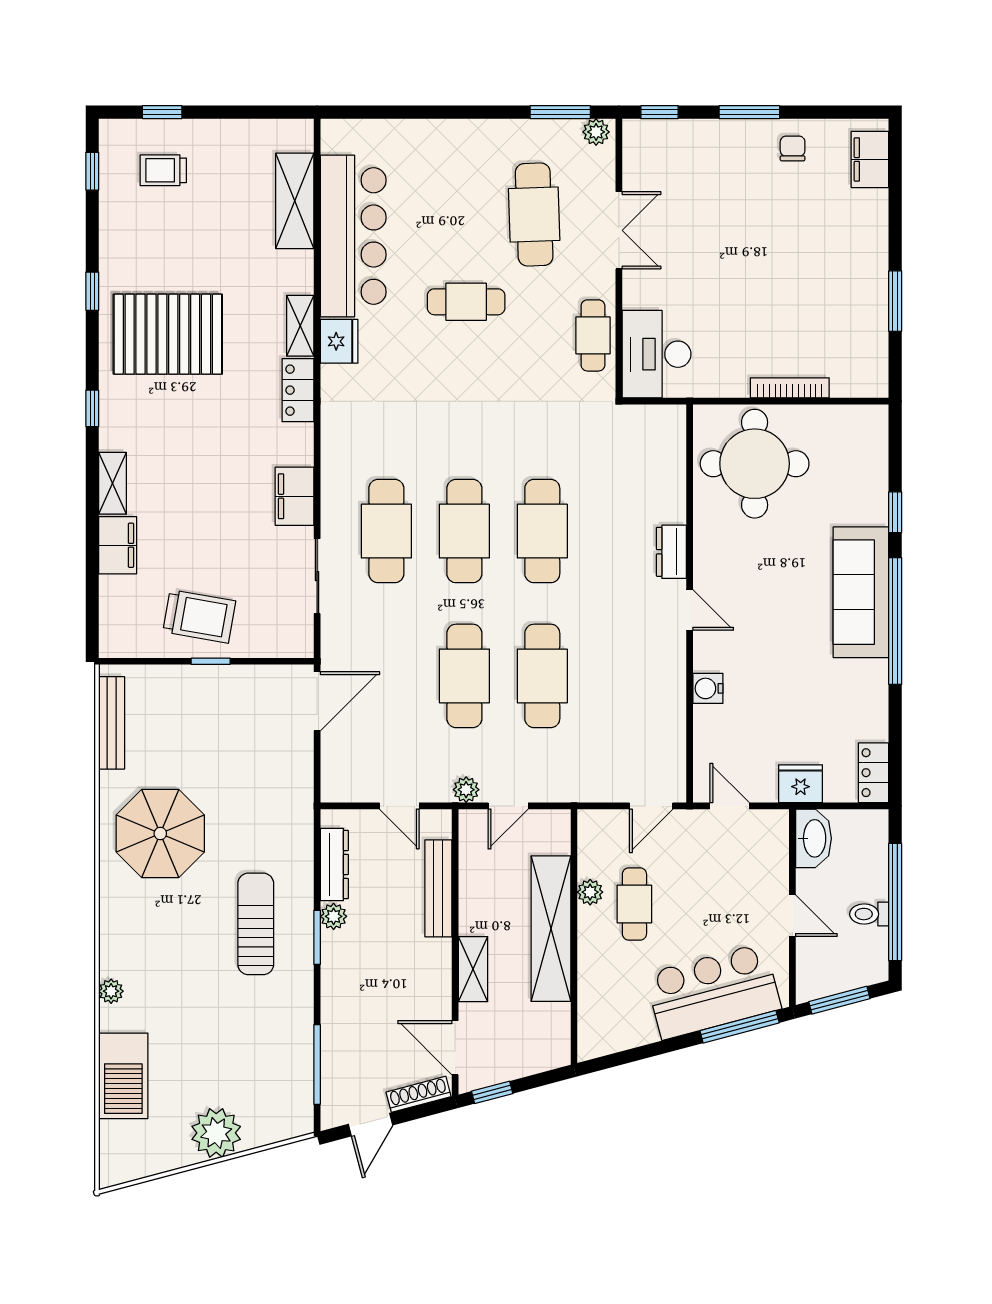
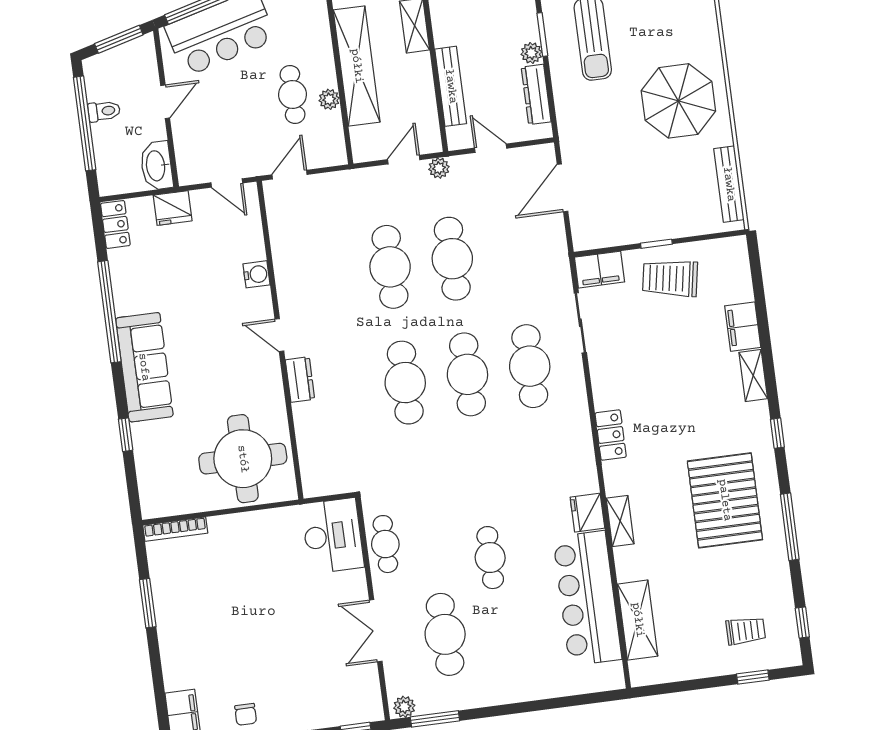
window: (92, 291) -> (790, 527), width x2.17
cafe table: (466, 302) -> (490, 558), turned 90
pallet: (168, 334) -> (725, 500), turned 90
bookcase: (790, 388) -> (175, 529), moved
locker: (298, 390) -> (611, 435), moved
filing cabinet: (295, 496) -> (599, 270), moved, turned 90
window: (895, 621) -> (109, 312), moved
door: (317, 701) -> (563, 188), moved
door: (792, 916) -> (165, 102), swing flipped

